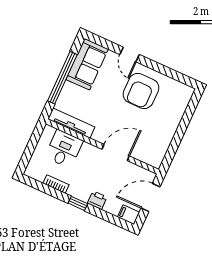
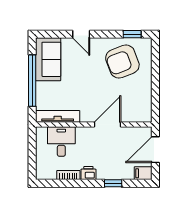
window: (178, 77) -> (132, 34), added
armchair: (141, 91) -> (122, 62), moved, turned 69
printer: (97, 200) -> (88, 173), moved
window: (78, 203) -> (113, 183), moved

